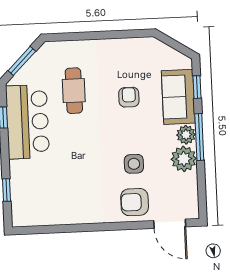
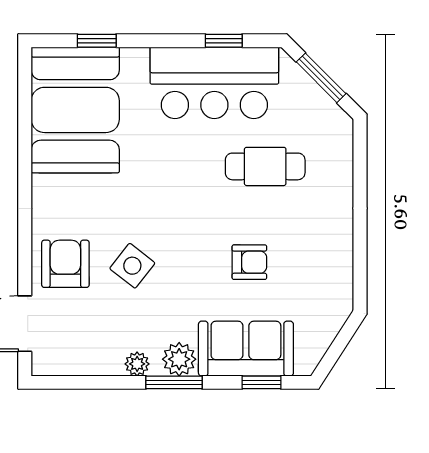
window: (199, 137) -> (174, 382), width x0.69
plant: (184, 159) -> (137, 364), width x0.53, depth x0.53
side table: (134, 164) -> (132, 266), turned 38
booth: (47, 200) -> (75, 110), added

